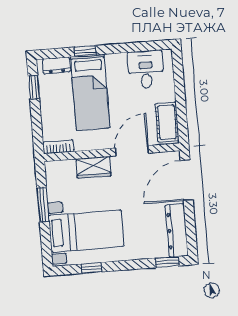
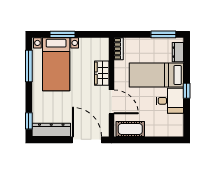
window: (85, 51) -> (187, 91), moved
desk: (146, 70) -> (170, 101), moved
window: (34, 87) -> (163, 34), width x1.50
window: (43, 205) -> (62, 34), moved
window: (92, 268) -> (29, 66), width x2.17

